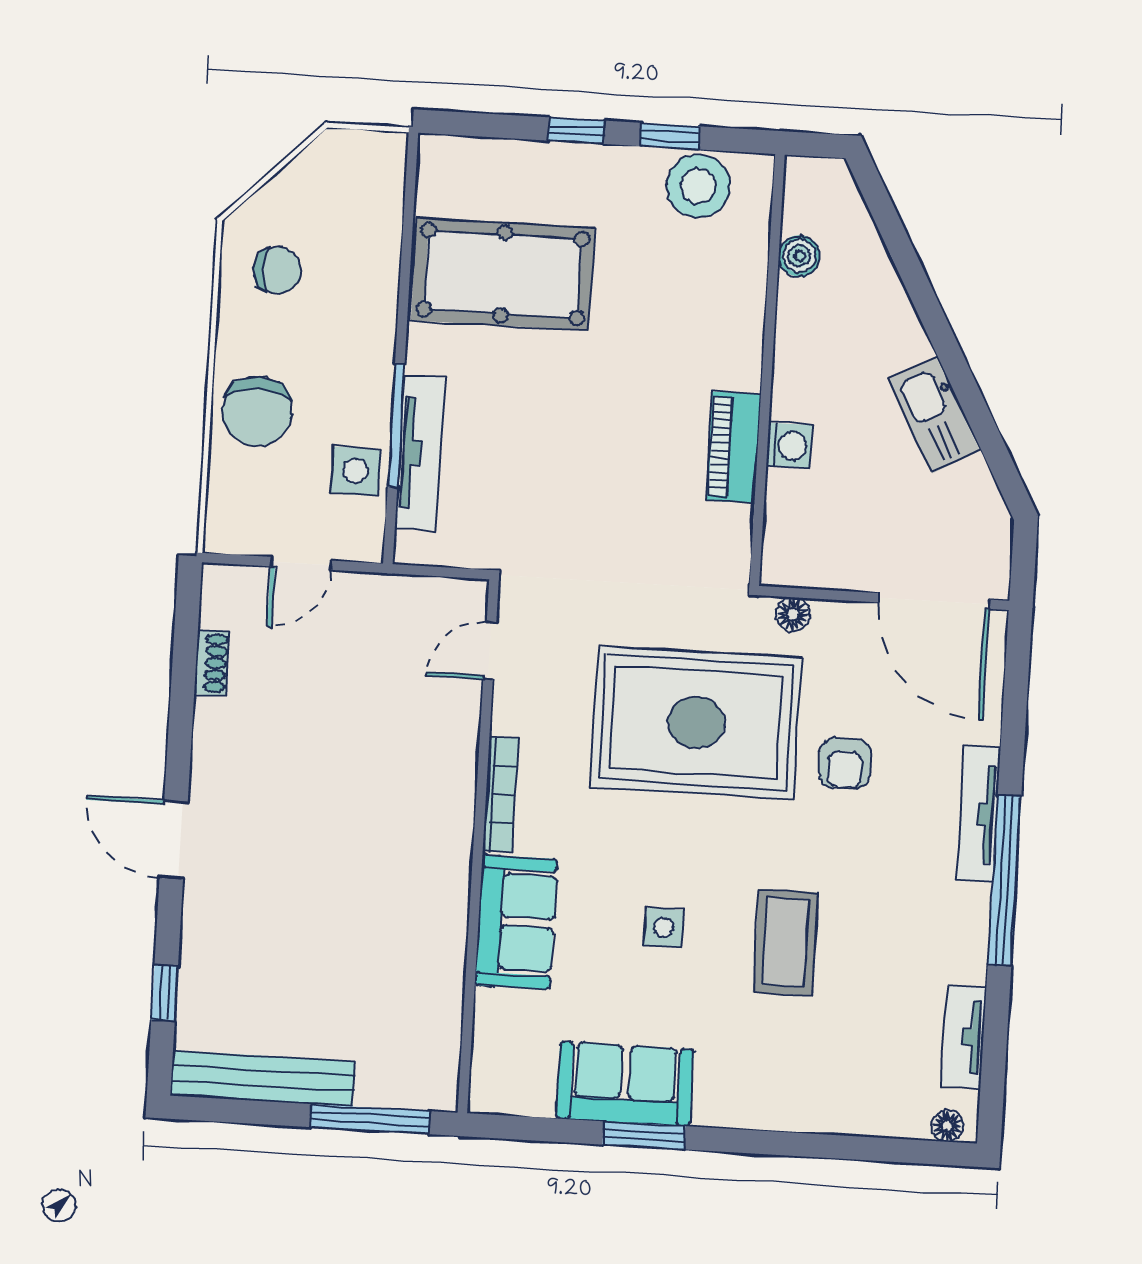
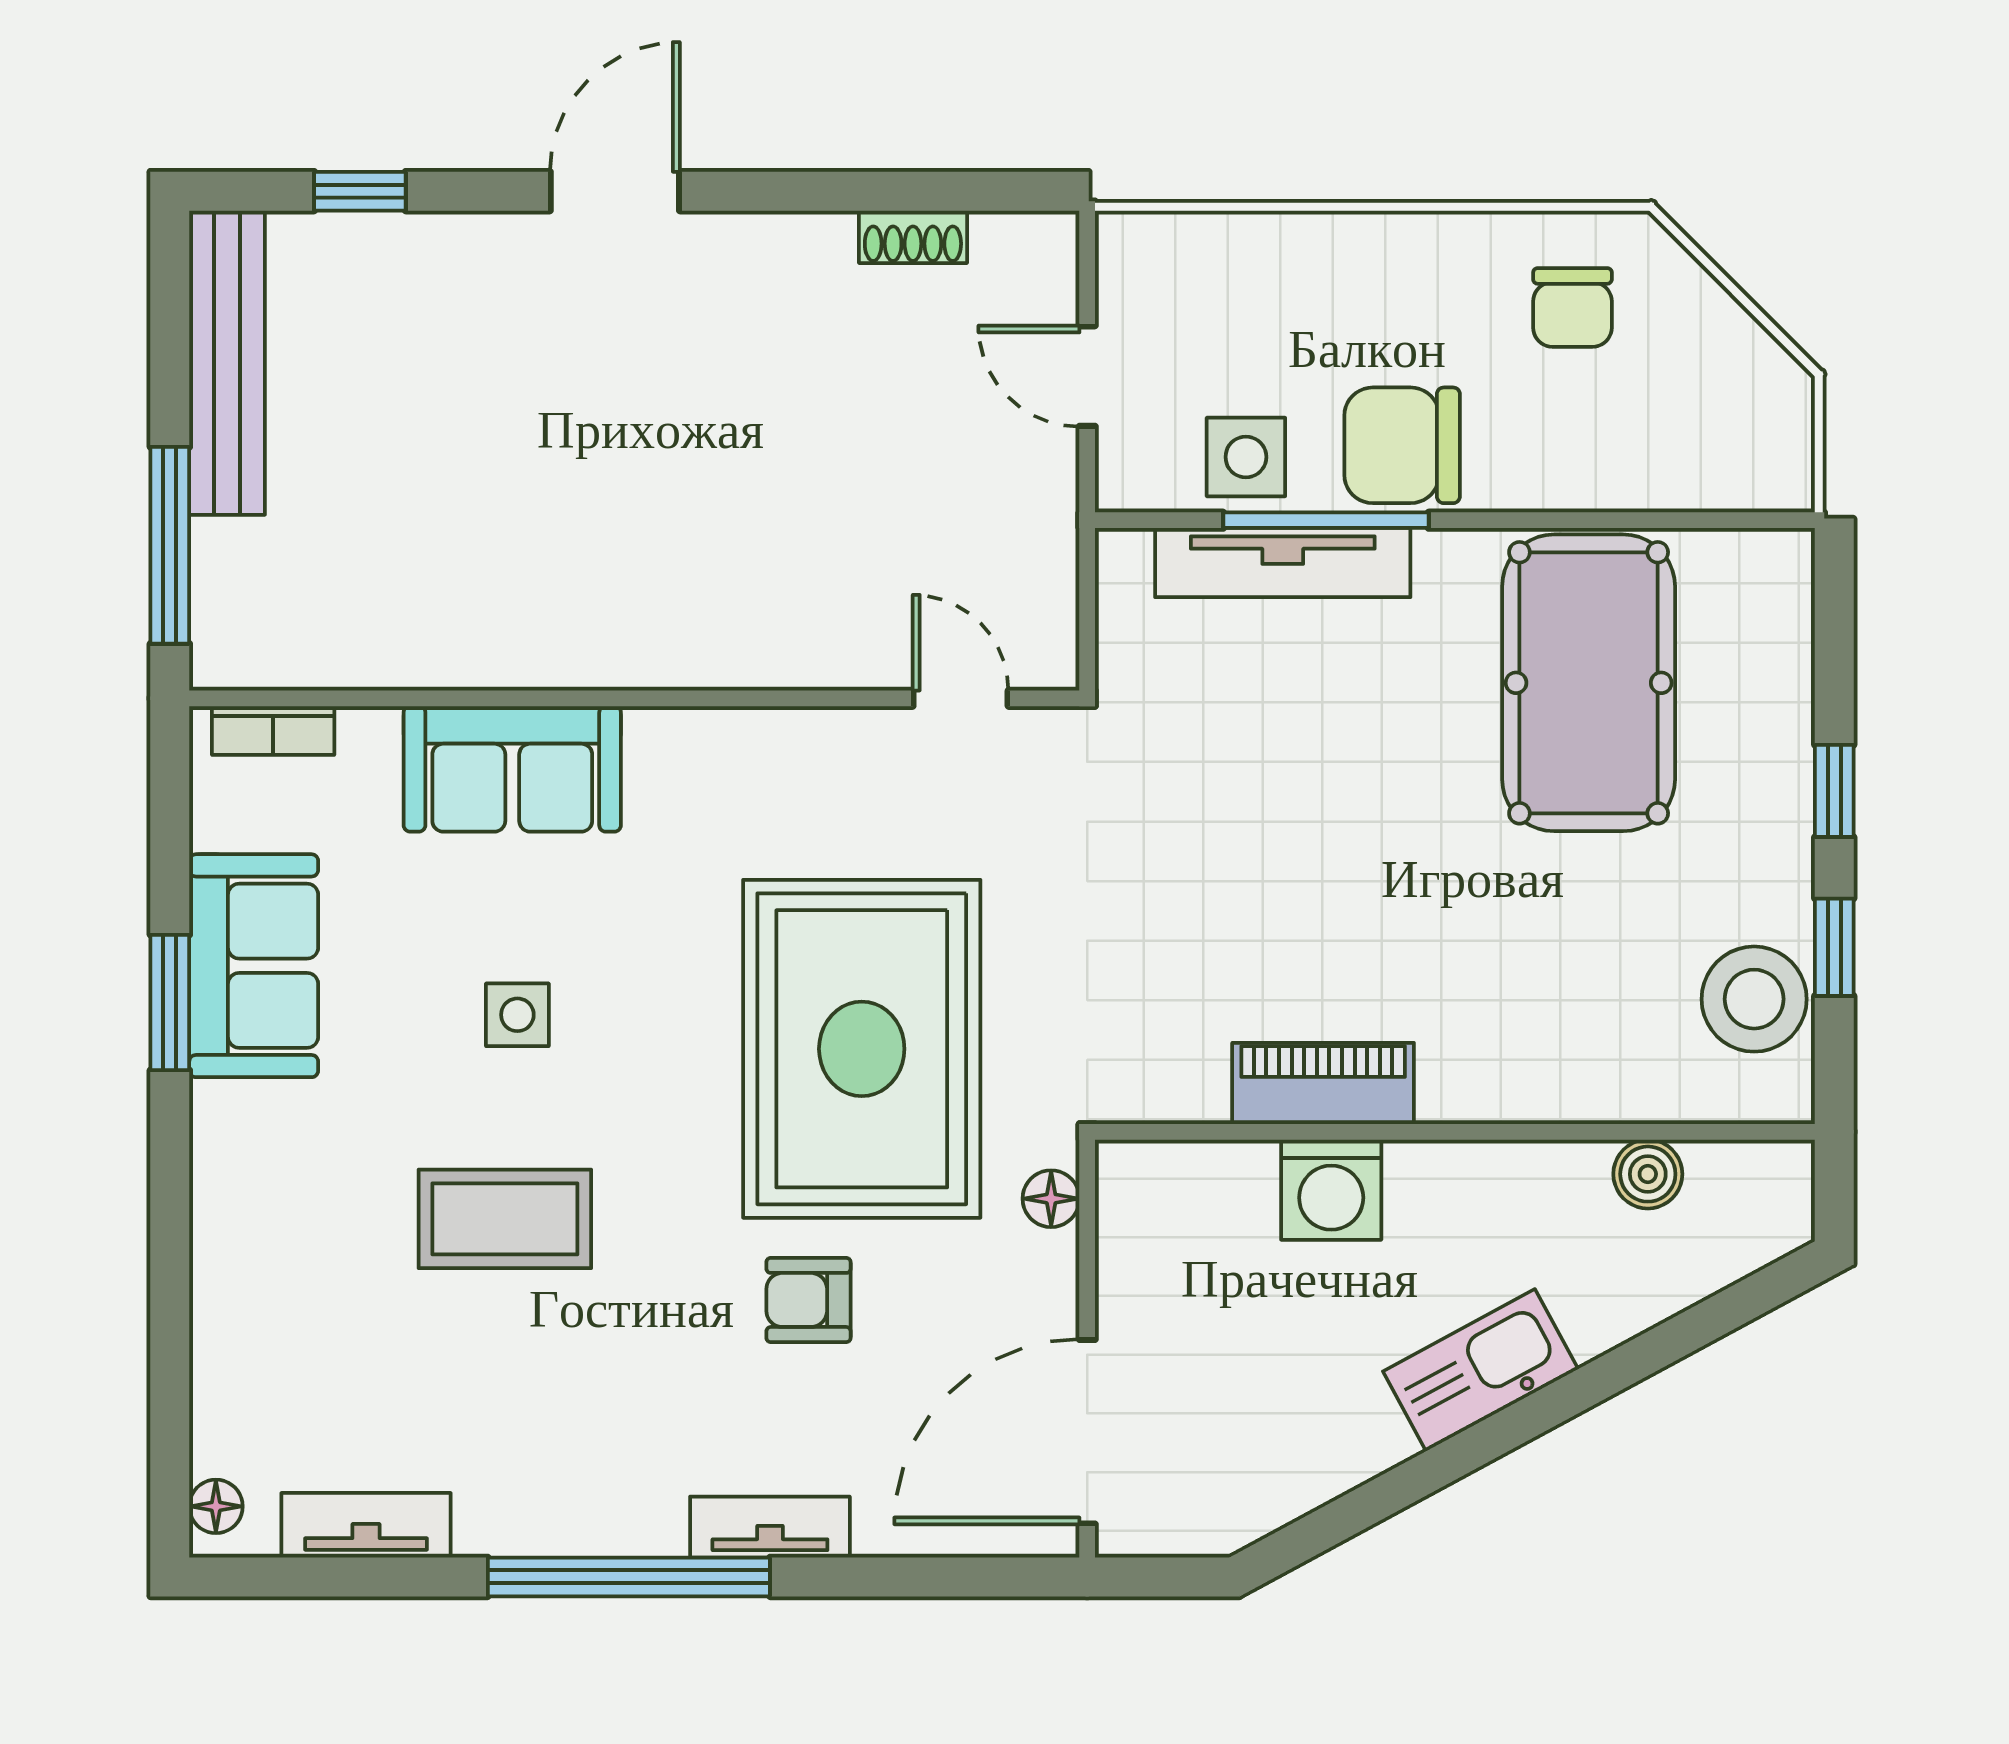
chair: (257, 411) -> (1402, 445), moved
kitchen sink: (935, 415) -> (1481, 1370), moved
washing machine: (789, 446) -> (1331, 1190), width x1.38, depth x1.38
bookcase: (501, 794) -> (273, 731), moved, width x0.64
tv unit: (978, 814) -> (770, 1527), width x0.71

